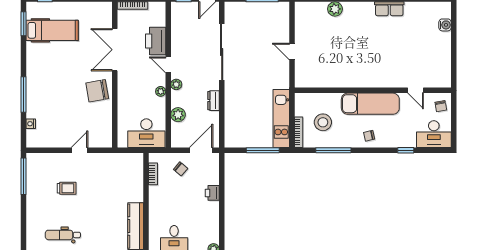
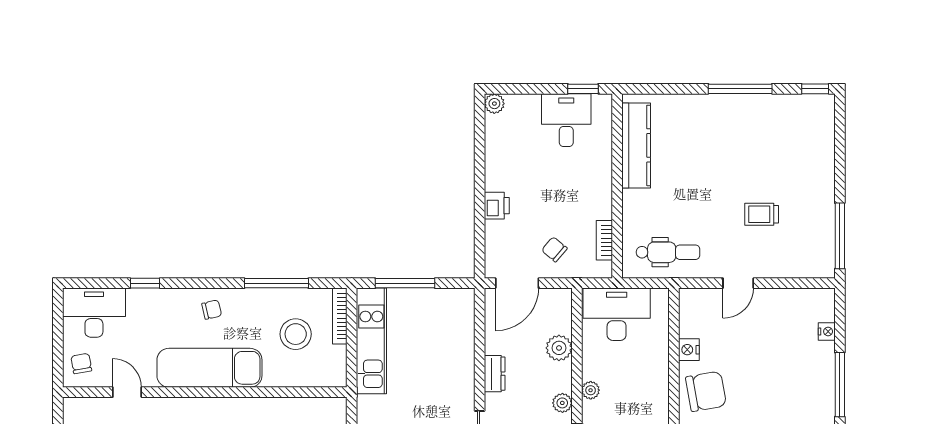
nightstand: (107, 114) -> (689, 350), added
dental chair: (63, 235) -> (668, 252), moved

